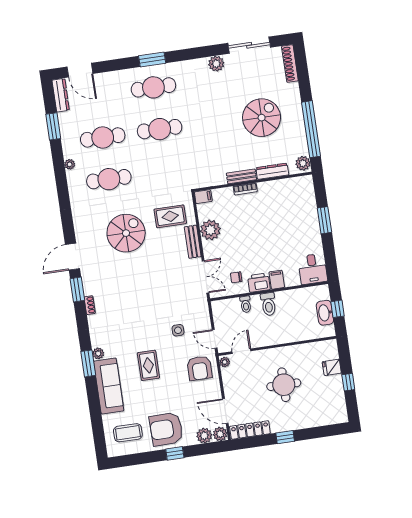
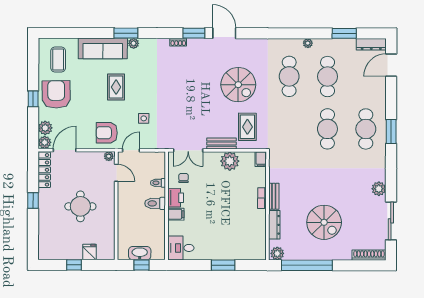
rug: (148, 365) -> (116, 87), turned 90

